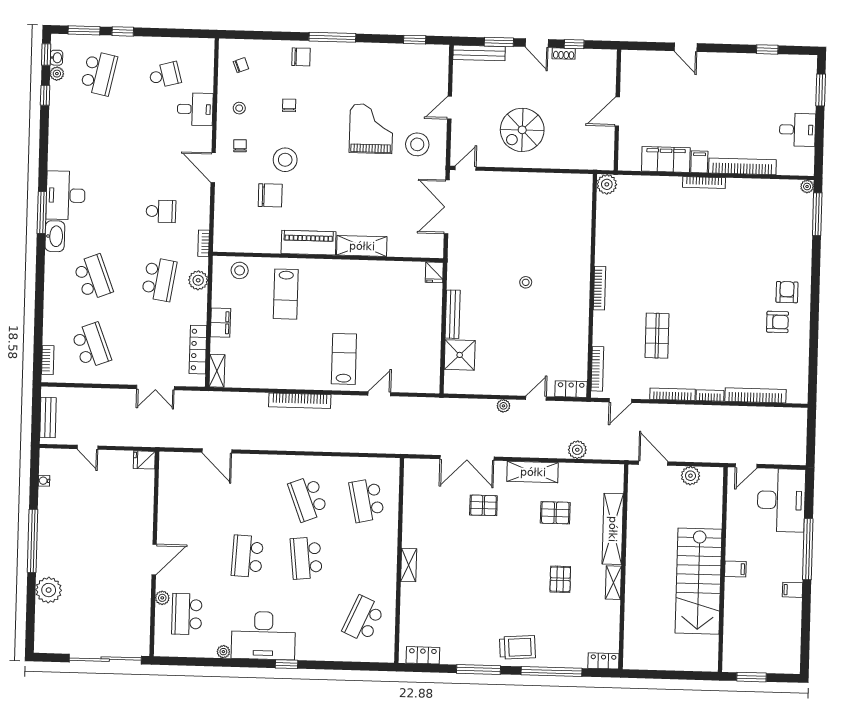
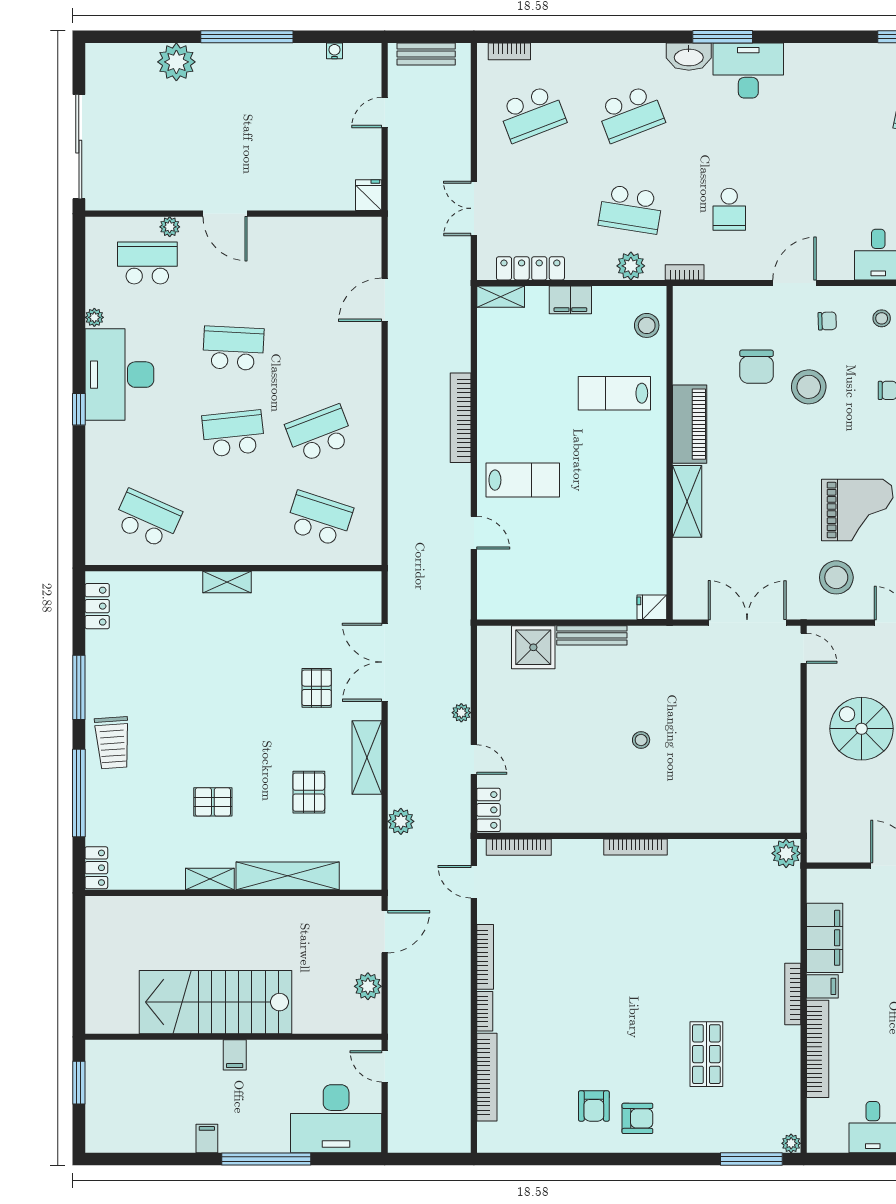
shop shelf: (657, 336) -> (706, 1054), moved, turned 90
school desk: (367, 500) -> (319, 519), turned 30

